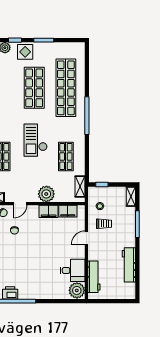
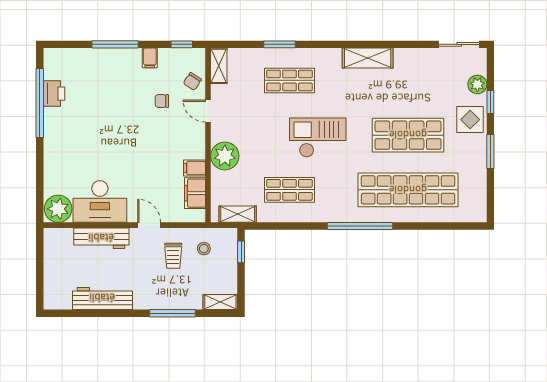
filing cabinet: (49, 211) -> (195, 168), width x0.50
desk: (73, 270) -> (100, 202), width x1.37
workbench: (94, 277) -> (101, 238), moved

